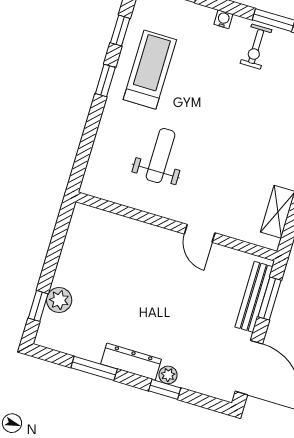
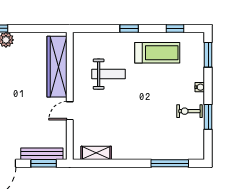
window: (105, 80) -> (129, 28), moved
wardrobe: (125, 233) -> (57, 67), added

